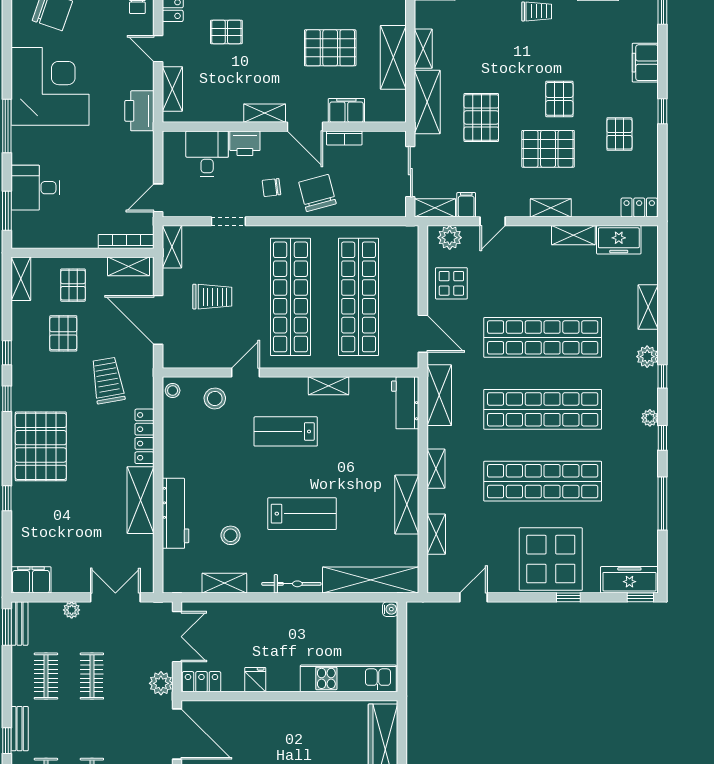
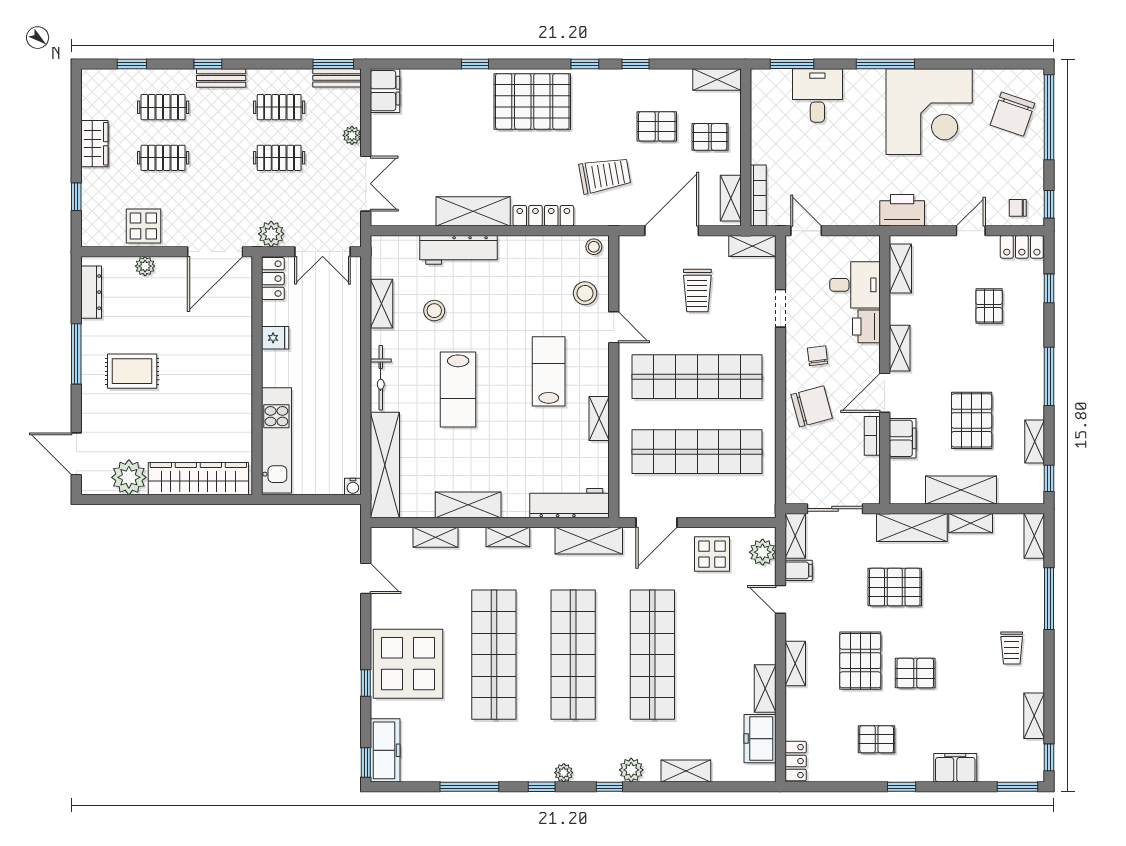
shelving: (172, 89) -> (900, 269), moved, turned 90
workbench: (405, 403) -> (569, 503), width x1.38

